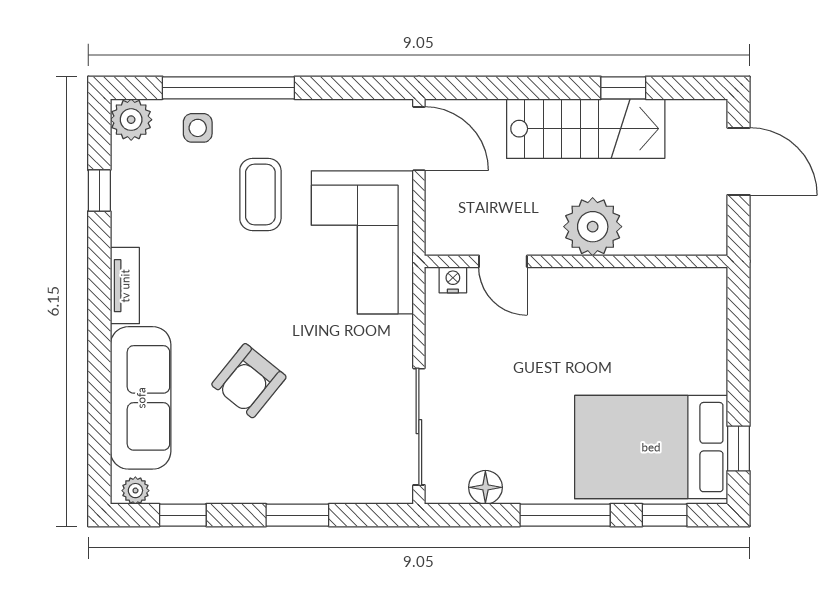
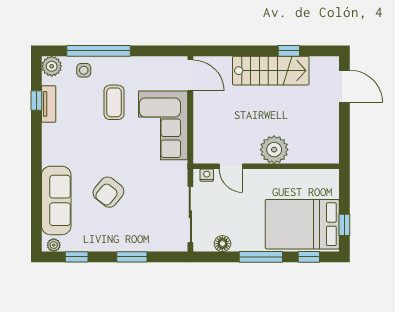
plant: (593, 227) -> (274, 150), moved
door: (503, 261) -> (231, 166), moved
wall: (576, 261) -> (266, 166), moved
nightstand: (453, 280) -> (207, 175), moved
tv unit: (125, 286) -> (49, 104), moved

